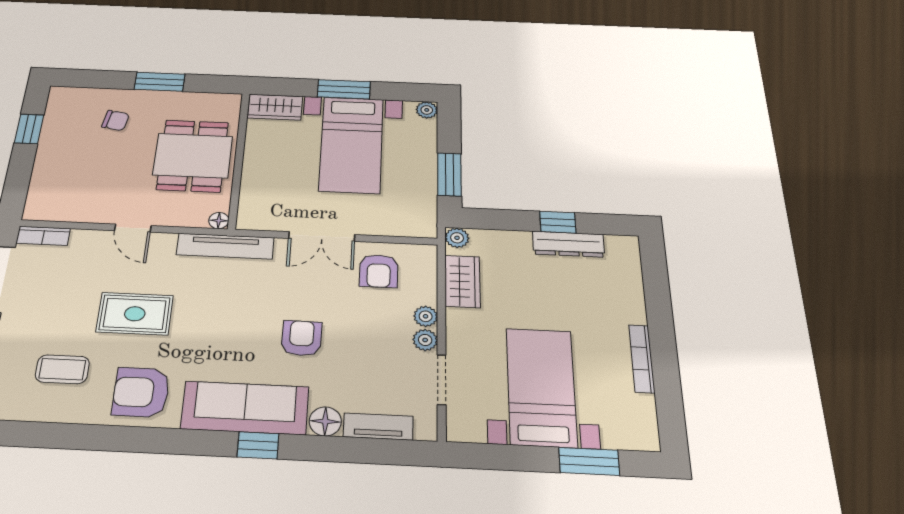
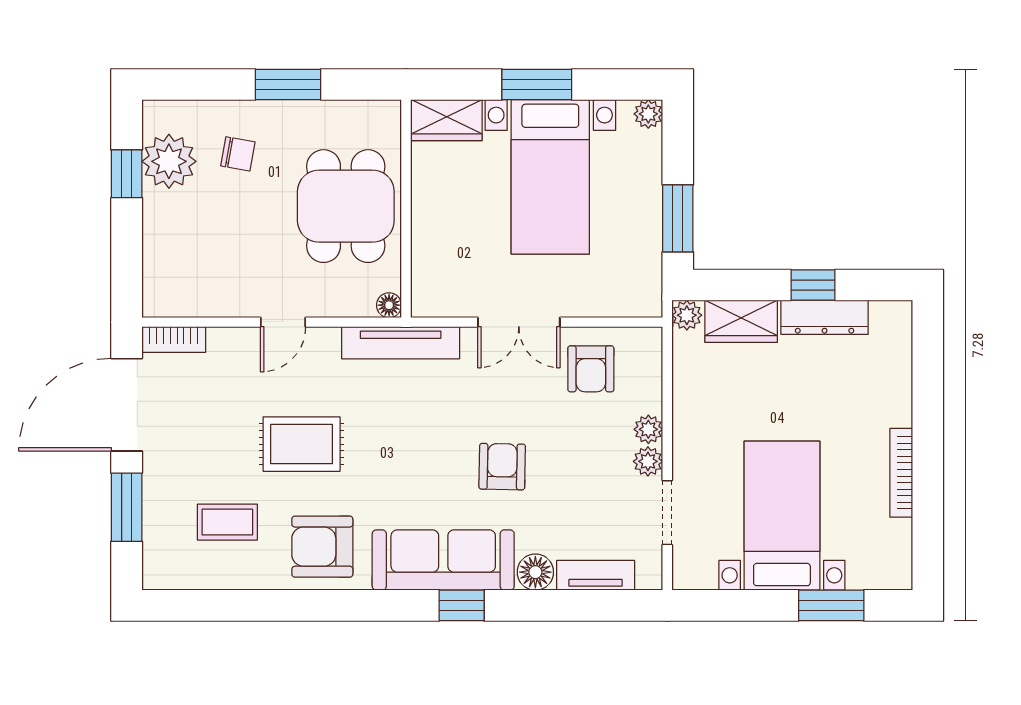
plant: (63, 123) -> (169, 161), added
door: (133, 228) -> (283, 322), hinge flipped
wardrobe: (462, 281) -> (741, 321), moved, turned 90

